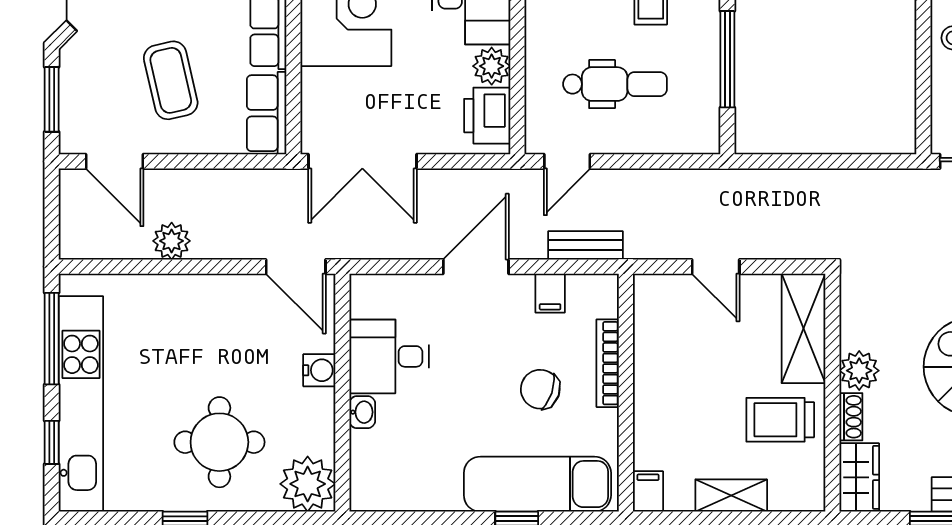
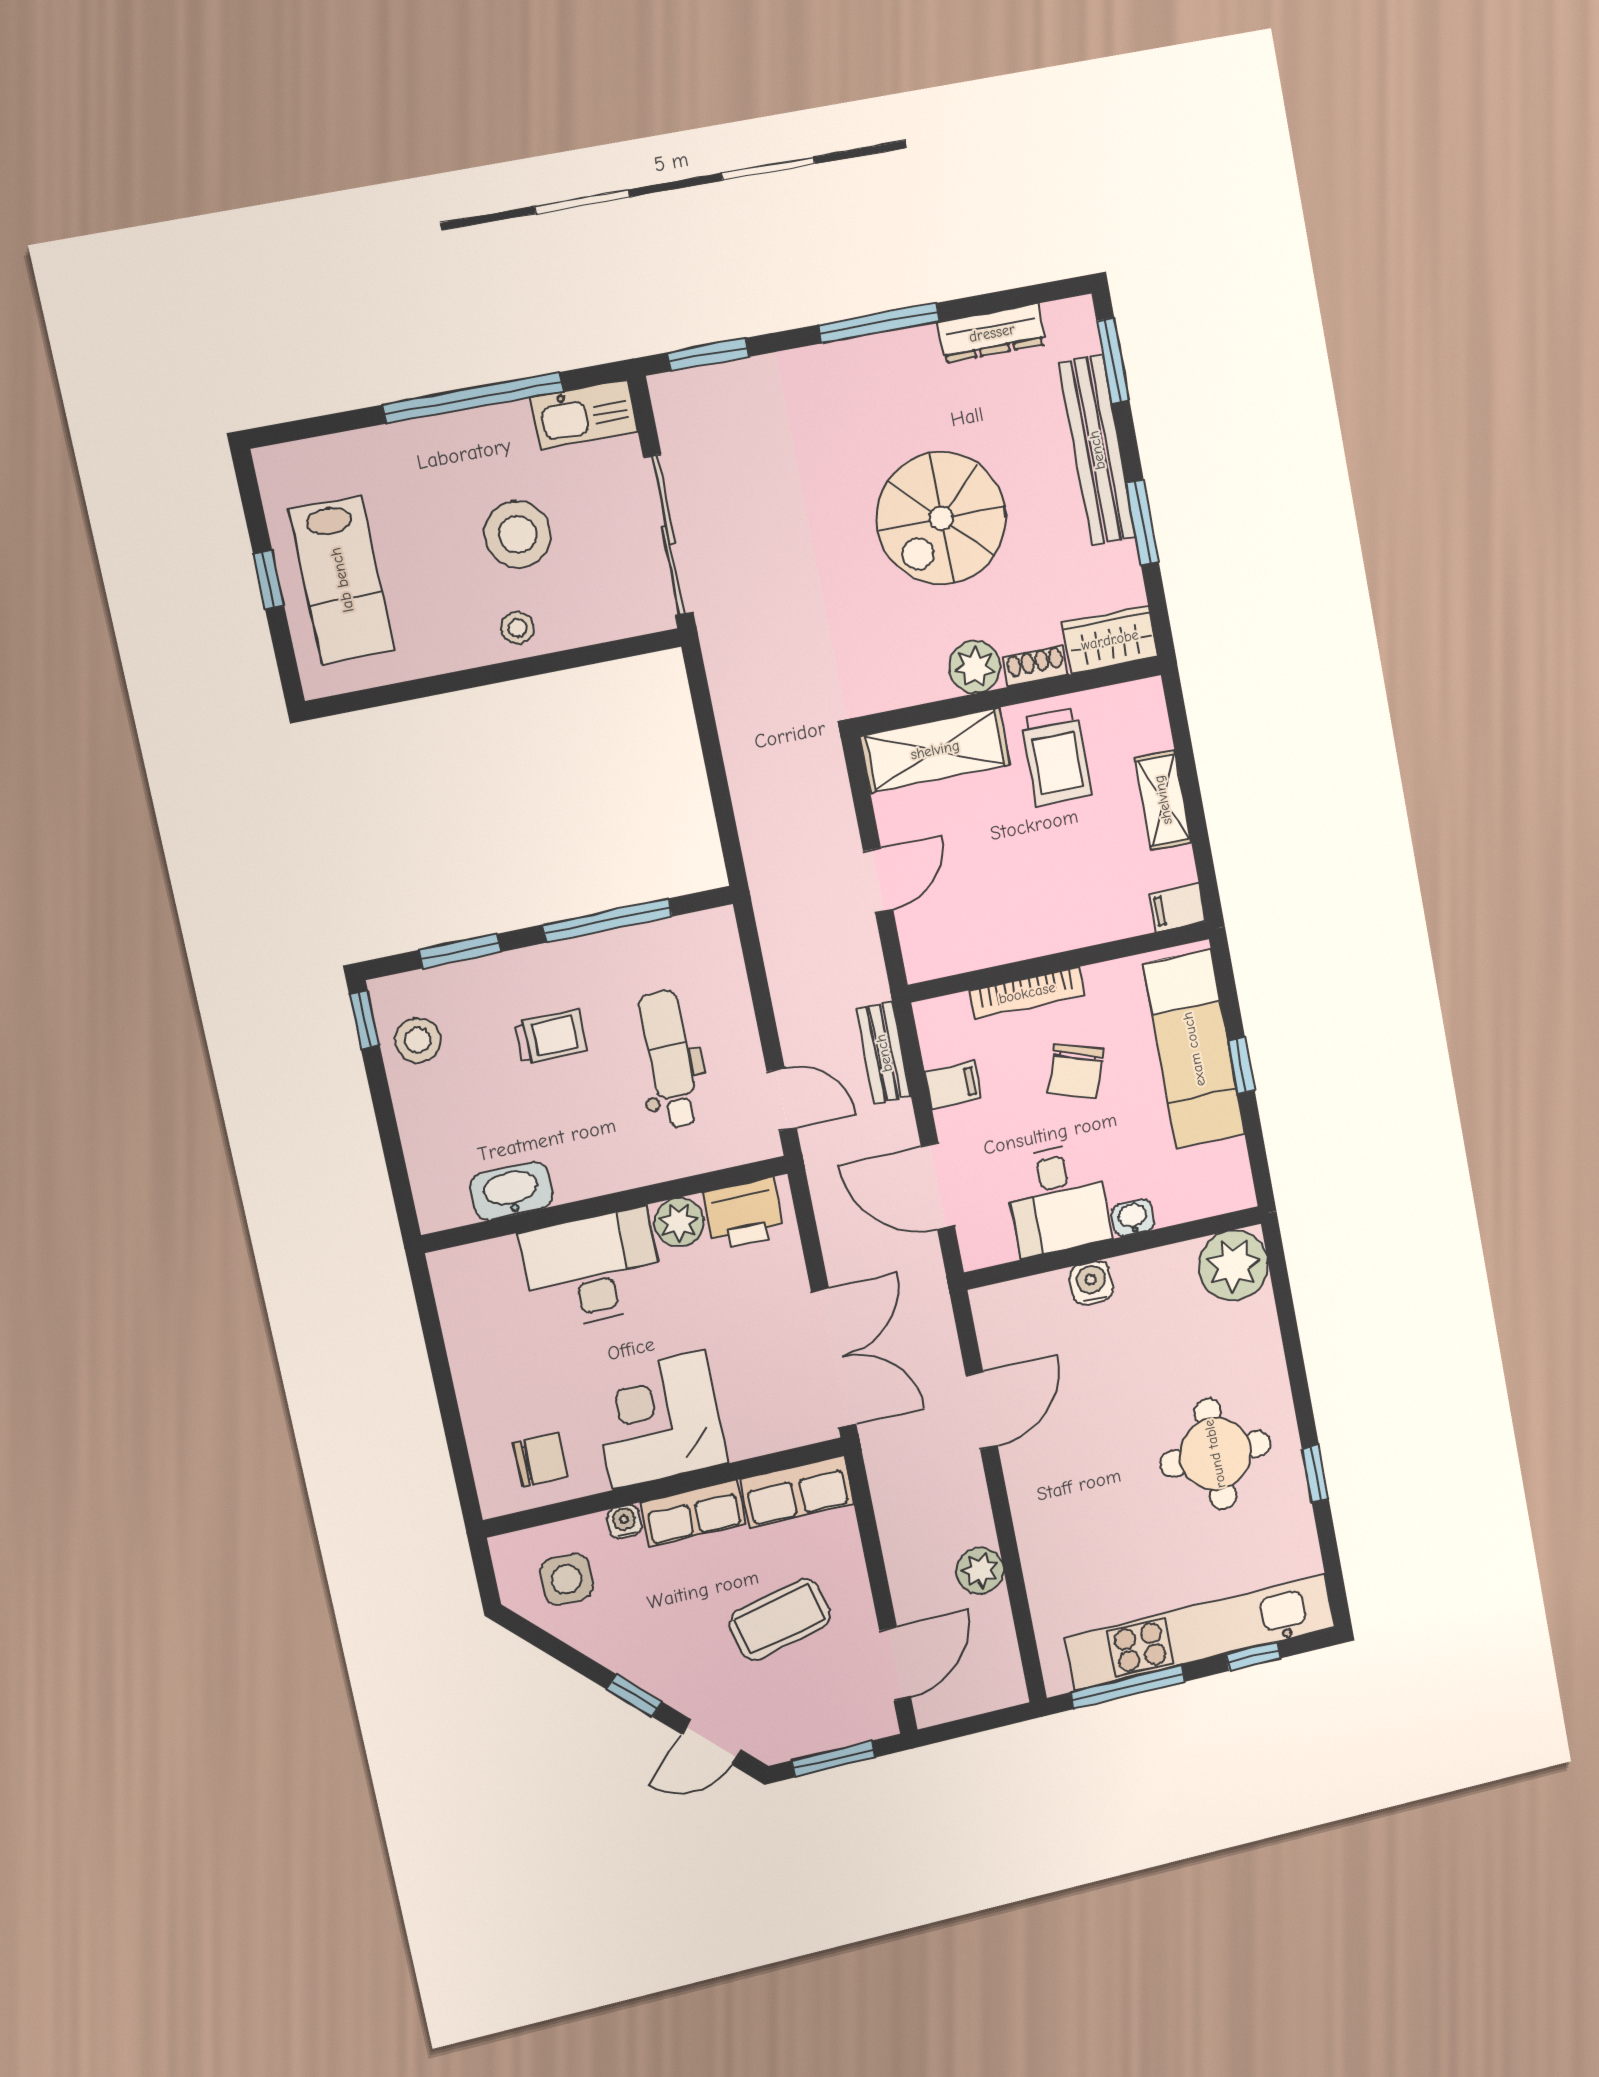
desk: (389, 356) -> (1058, 1200), moved
water cooler: (319, 370) -> (1091, 1283), moved
wall: (342, 393) -> (1113, 1248), moved
washbasin: (362, 412) -> (1133, 1218), moved
plant: (308, 484) -> (1234, 1265), moved

